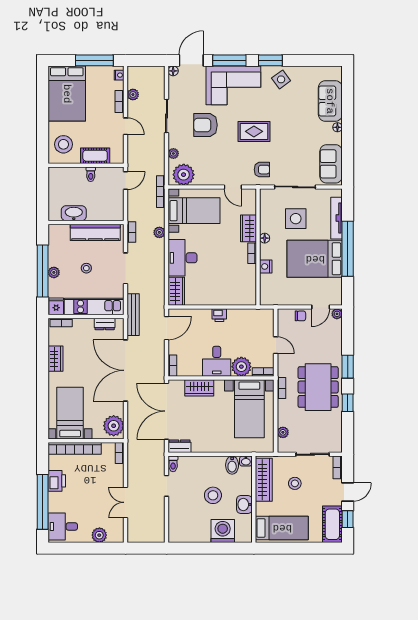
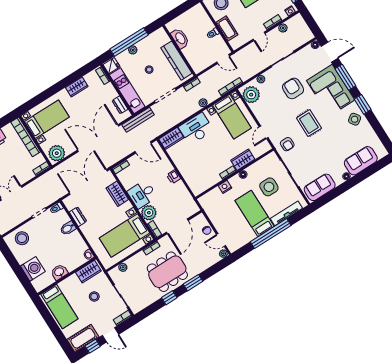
bed: (315, 259) -> (254, 213), width x0.67
door: (276, 345) -> (177, 226), width x1.88
dresser: (179, 446) -> (78, 217), moved
bidet: (232, 465) -> (68, 228), moved
wardrobe: (264, 480) -> (88, 272), width x0.67
stool: (213, 495) -> (22, 238), moved

